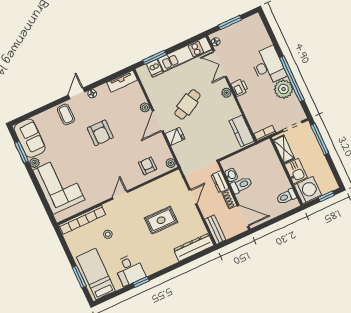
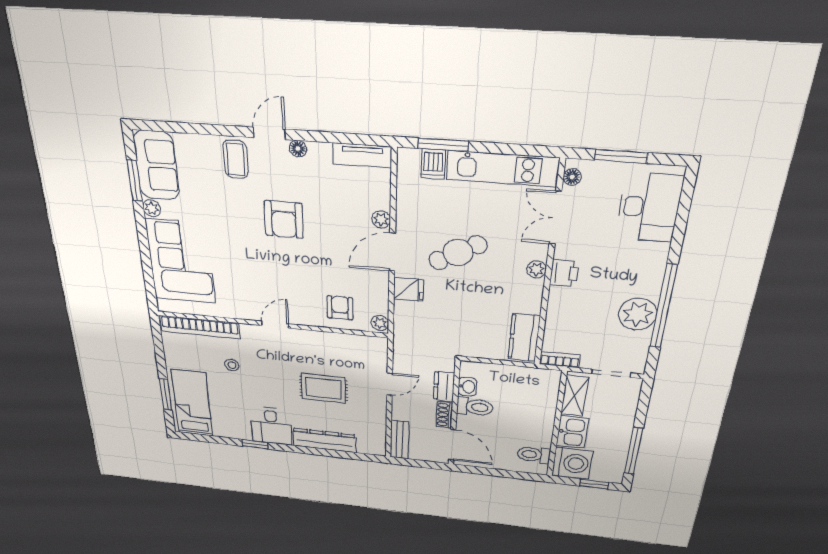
desk: (268, 66) -> (649, 207), moved
window: (320, 139) -> (634, 451), moved
dresser: (194, 247) -> (324, 440), moved
desk: (129, 270) -> (271, 426), moved

